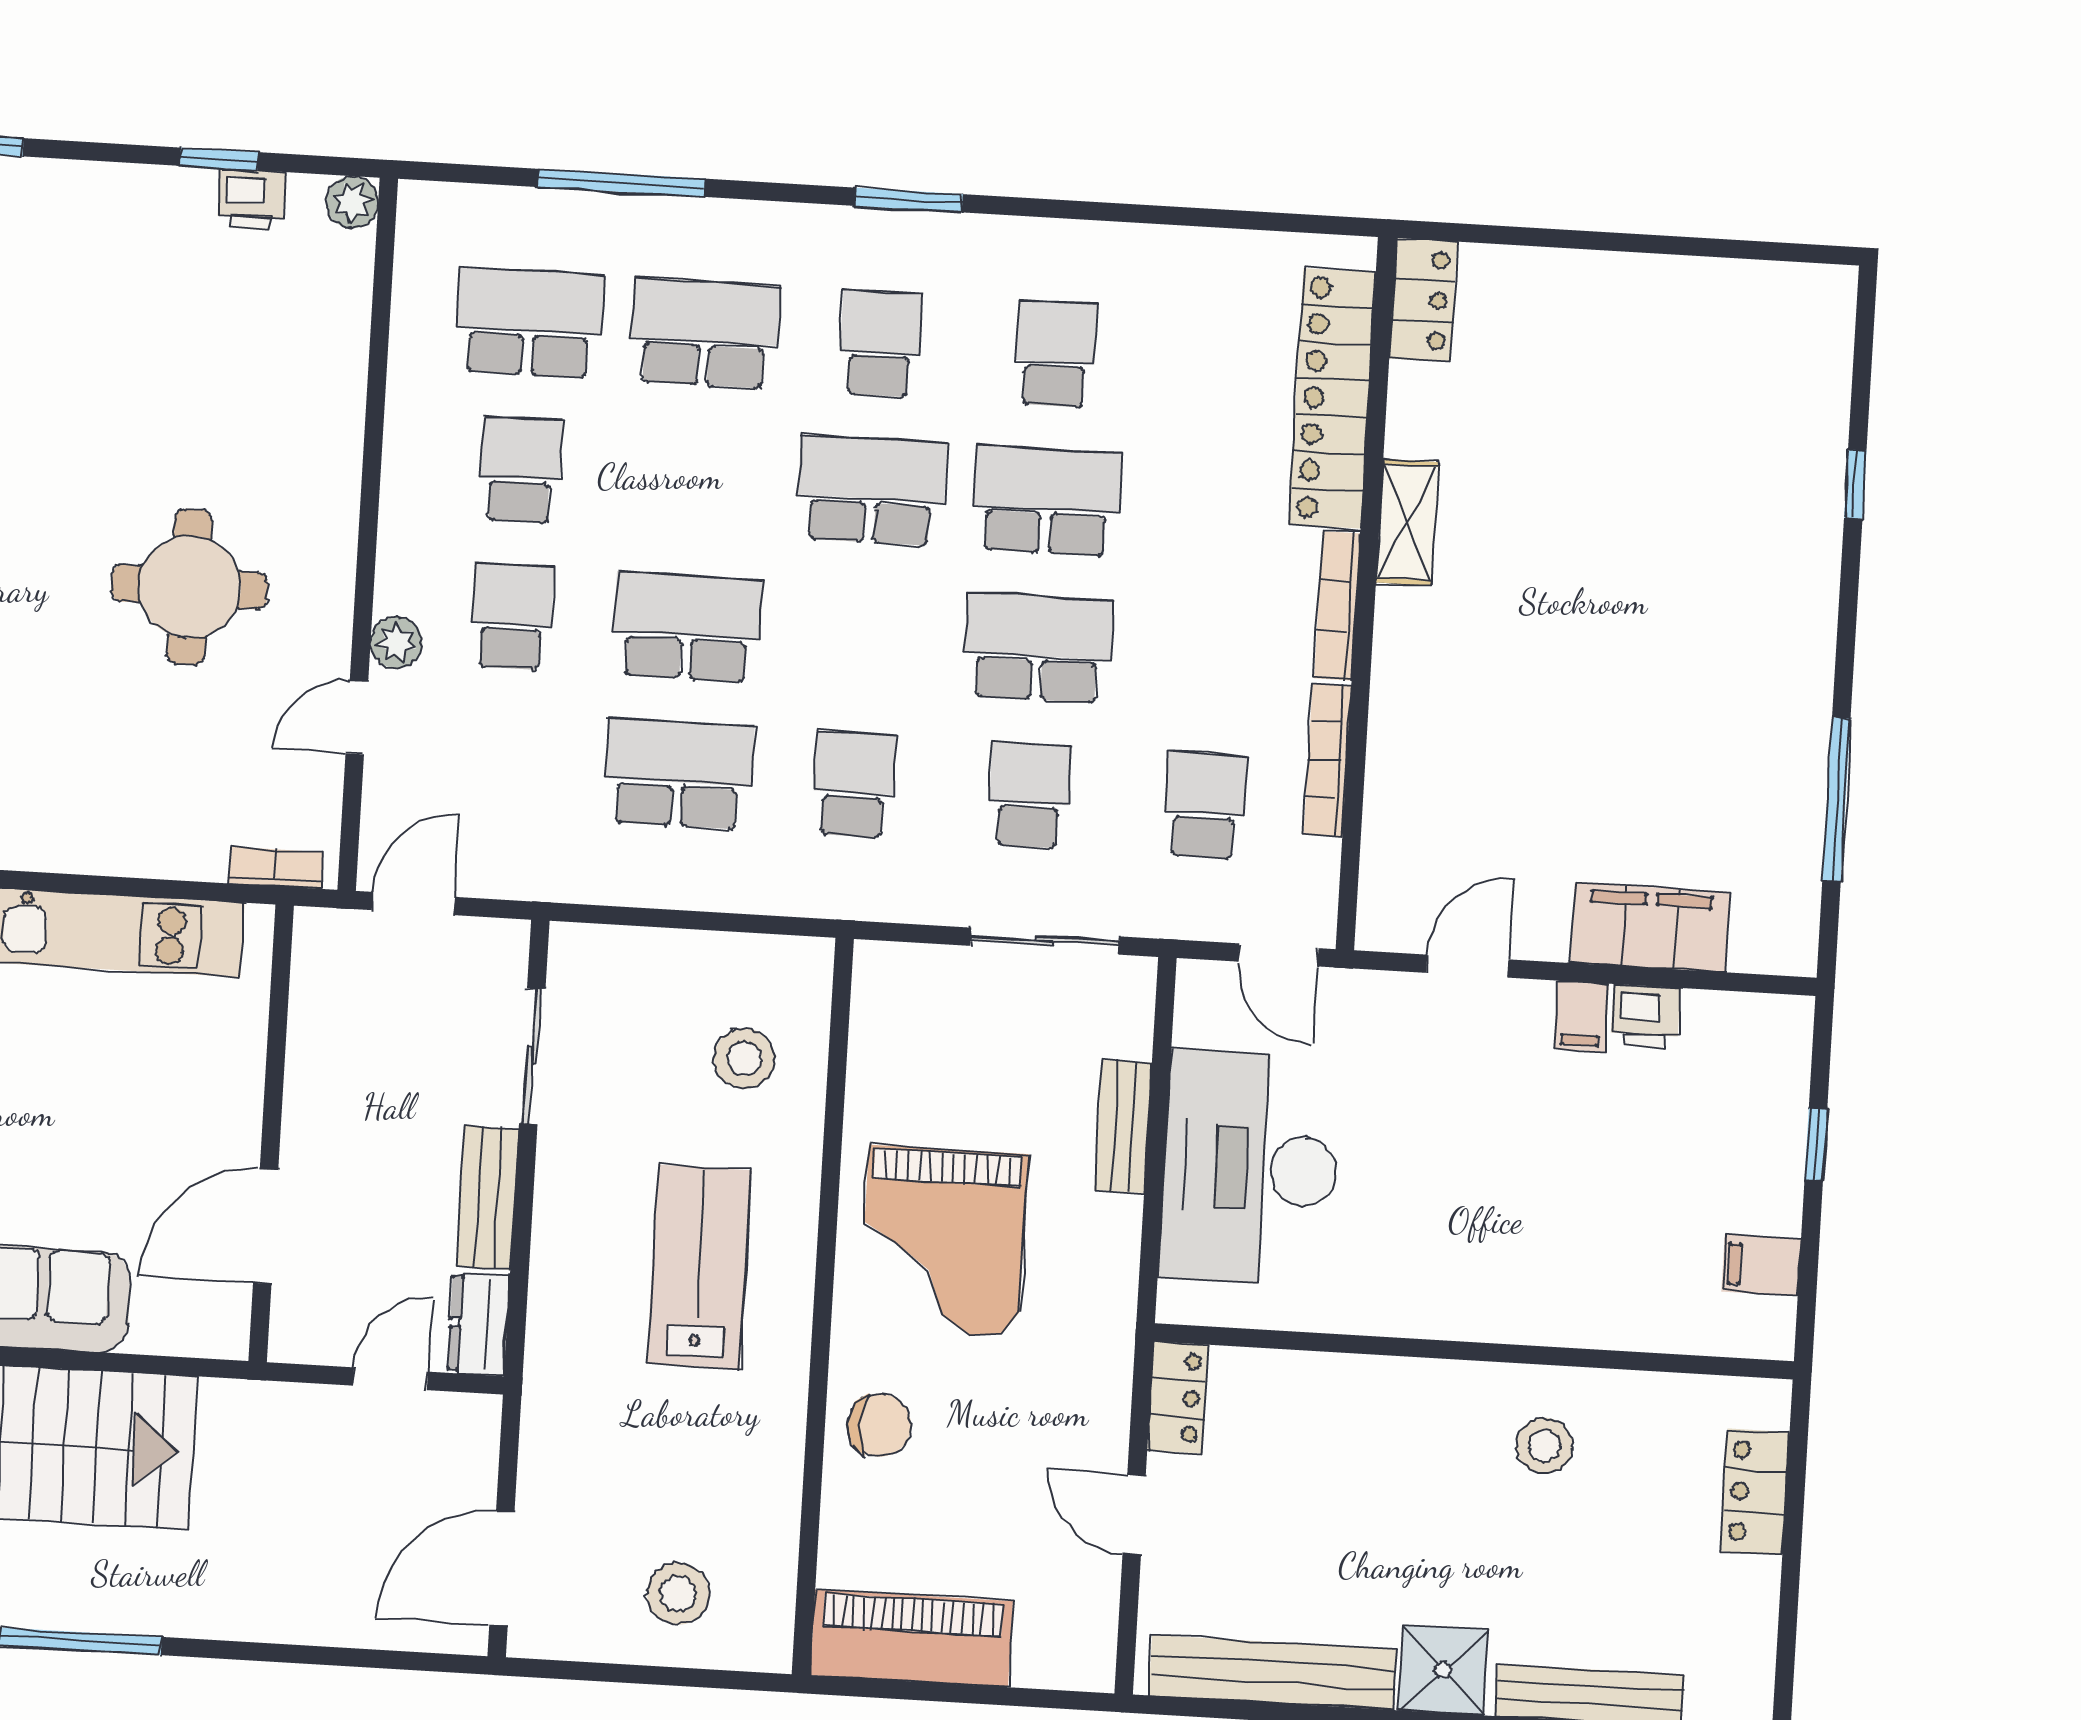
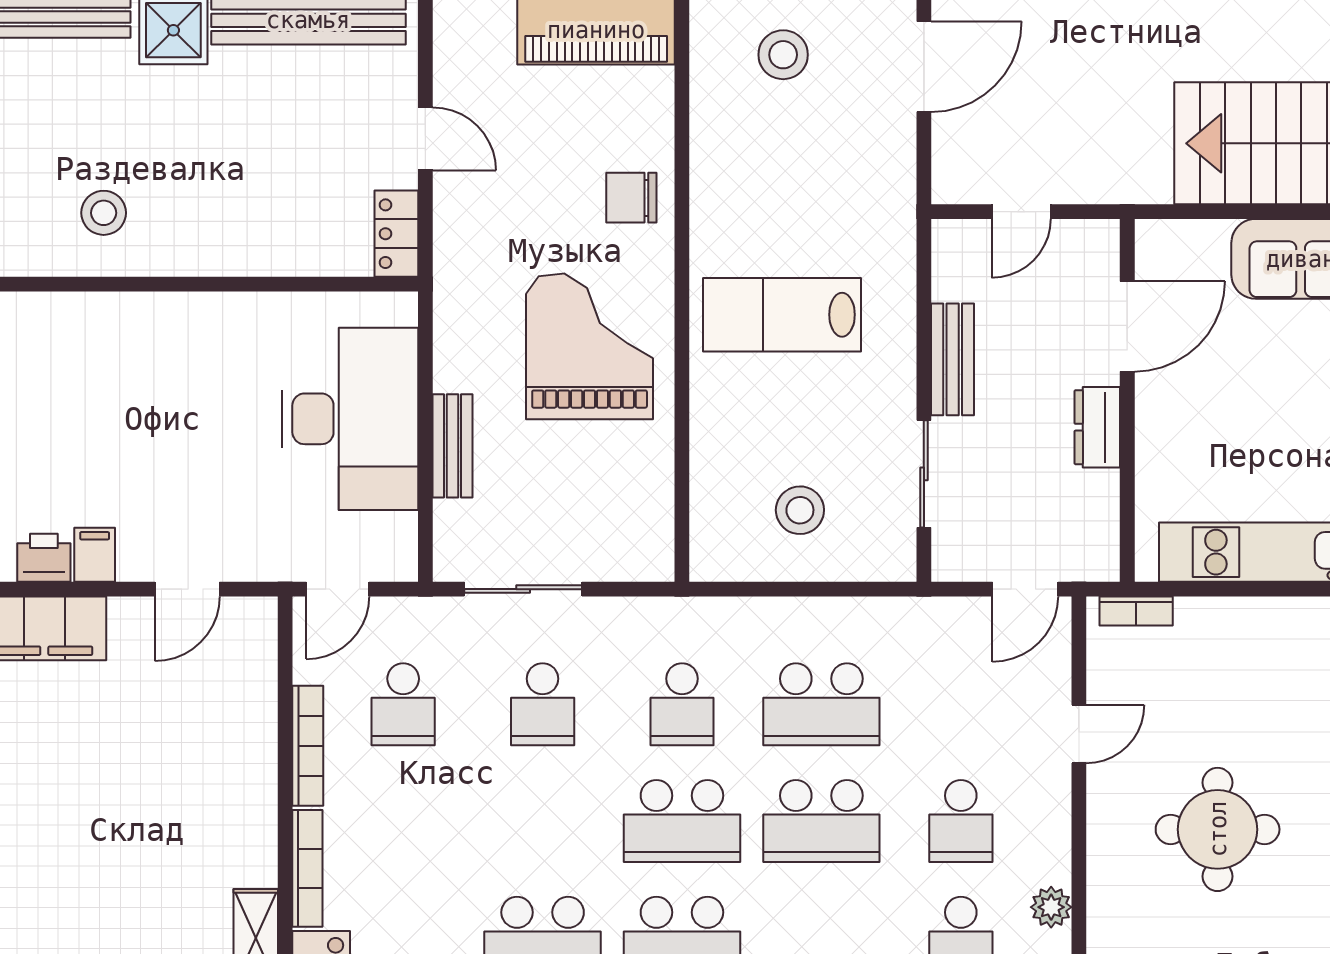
plant: (396, 643) -> (1051, 907), moved
school desk: (1038, 648) -> (682, 821), moved
door: (1278, 955) -> (338, 589), swing flipped
stool: (744, 1058) -> (800, 510), moved
lab bench: (699, 1267) -> (782, 315), turned 90
dresser: (479, 1324) -> (1097, 427), moved, turned 180

